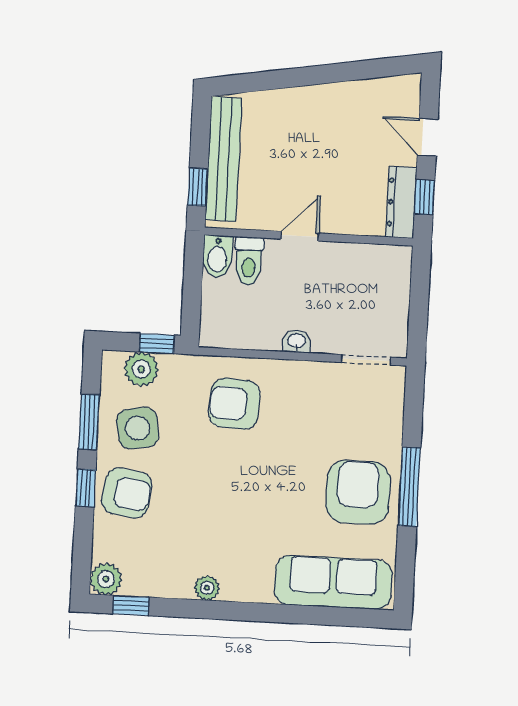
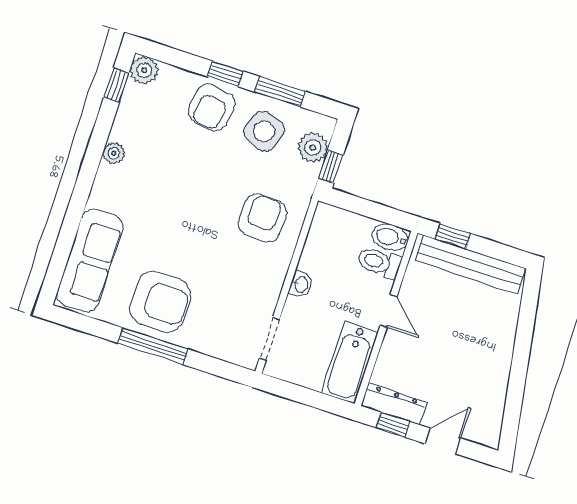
bathtub: (369, 264) -> (350, 363), added
side table: (138, 428) -> (264, 131), turned 31

